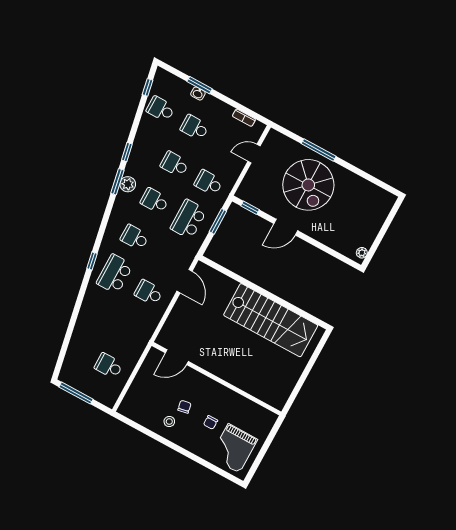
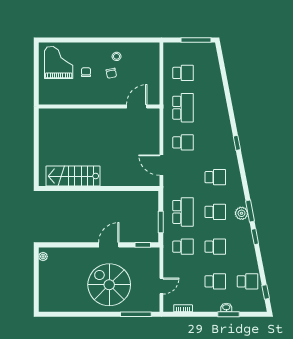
window: (319, 150) -> (136, 314), moved
school desk: (115, 274) -> (183, 108), moved
stairs: (271, 320) -> (73, 176), width x0.73, depth x0.66

